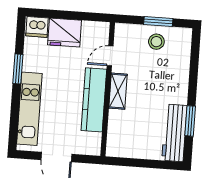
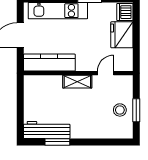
door: (110, 56) -> (106, 73), hinge flipped
kitchen counter: (94, 100) -> (49, 63), moved

